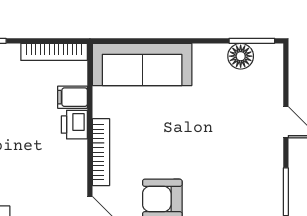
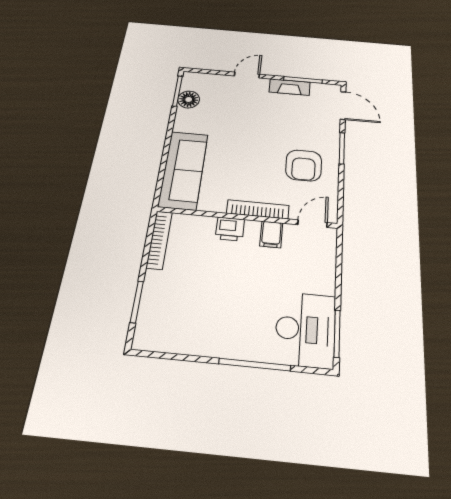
filing cabinet: (73, 97) -> (271, 234), moved
fireplace: (273, 176) -> (290, 87), added

